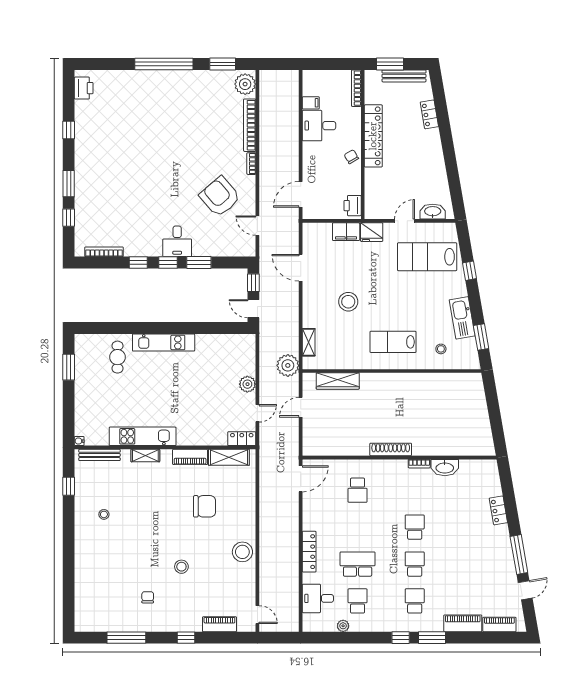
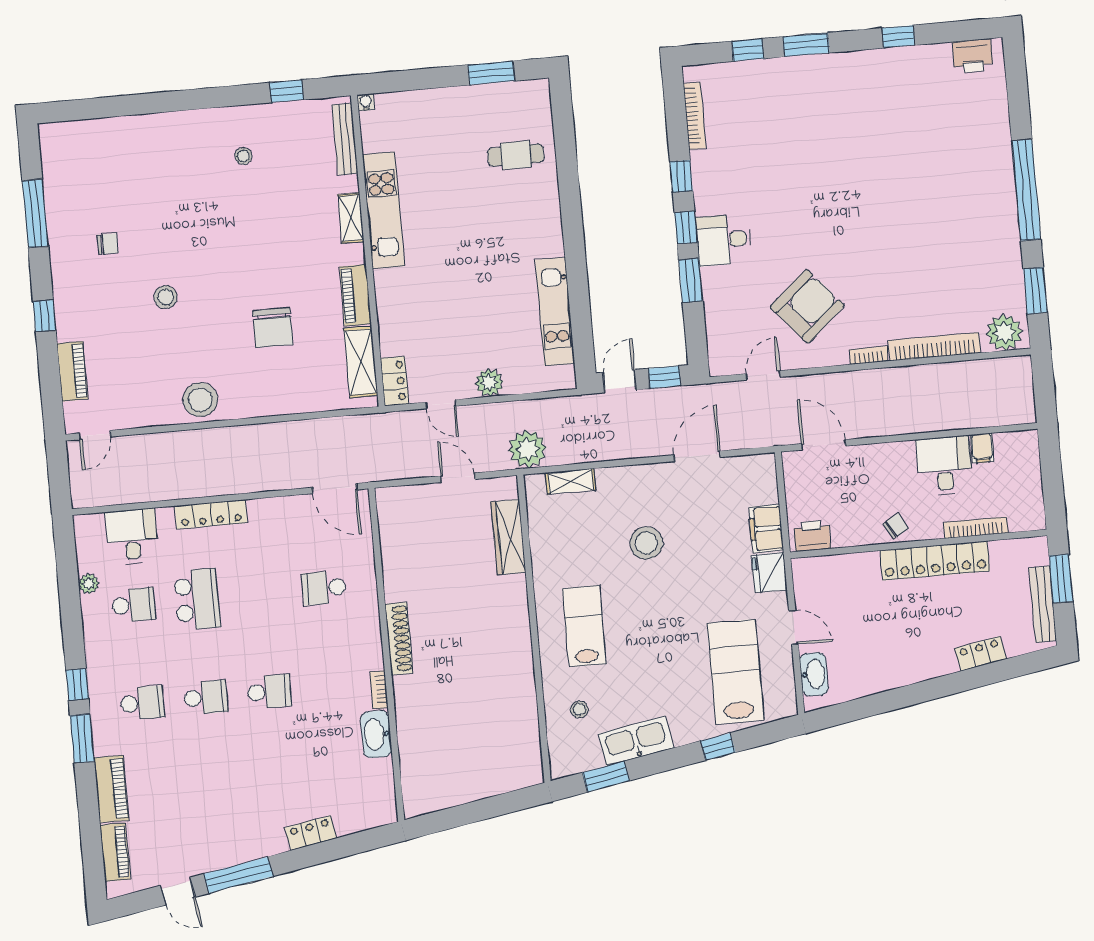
bookcase: (356, 88) -> (976, 528), moved
kitchen unit: (164, 342) -> (555, 312), moved

